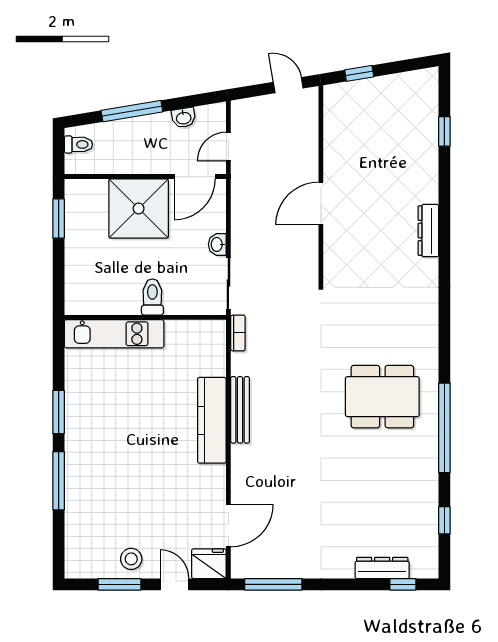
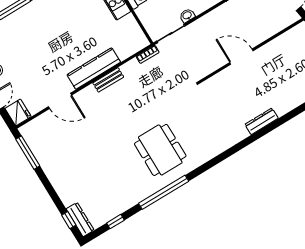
bench: (240, 410) -> (108, 80), width x0.73
door: (228, 526) -> (60, 101), moved
dresser: (382, 568) -> (80, 220), moved

